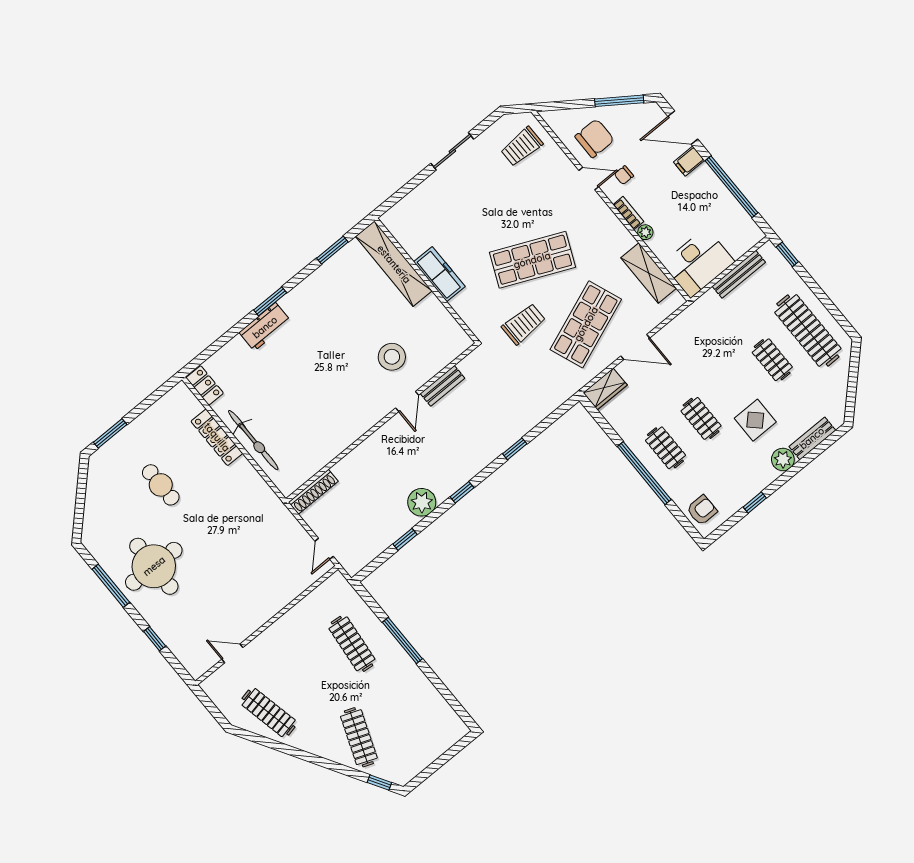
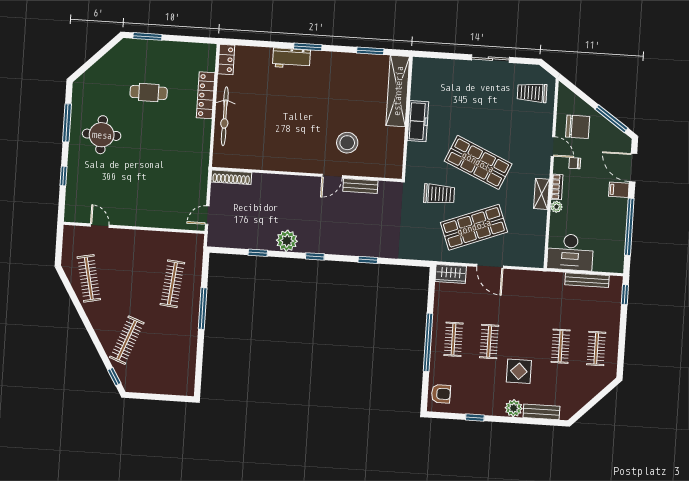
shelving: (649, 273) -> (541, 194), moved, width x0.67, depth x0.75
clothes rail: (808, 330) -> (596, 348), width x0.54, depth x0.76
cafe table: (161, 485) -> (149, 92), turned 90
round table: (154, 566) -> (102, 135), width x0.73, depth x0.73

